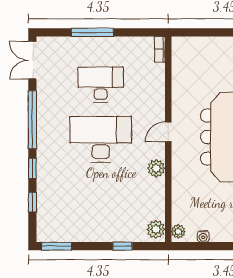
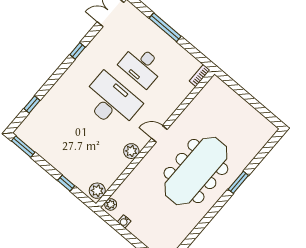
desk: (101, 85) -> (142, 66), turned 180
window: (32, 120) -> (77, 51), width x0.32
window: (32, 168) -> (51, 82), removed

